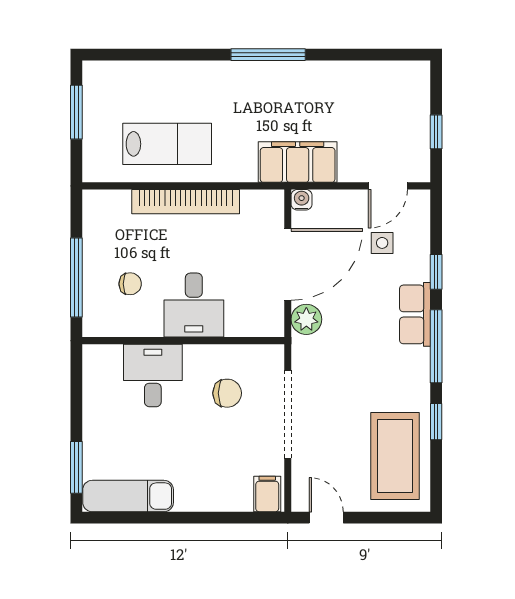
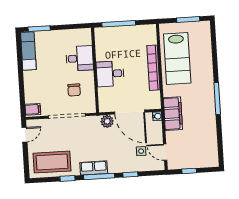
lab bench: (167, 144) -> (177, 58), width x1.36, depth x1.39
chair: (130, 284) -> (118, 46), removed
row of seats: (415, 314) -> (94, 168), moved

